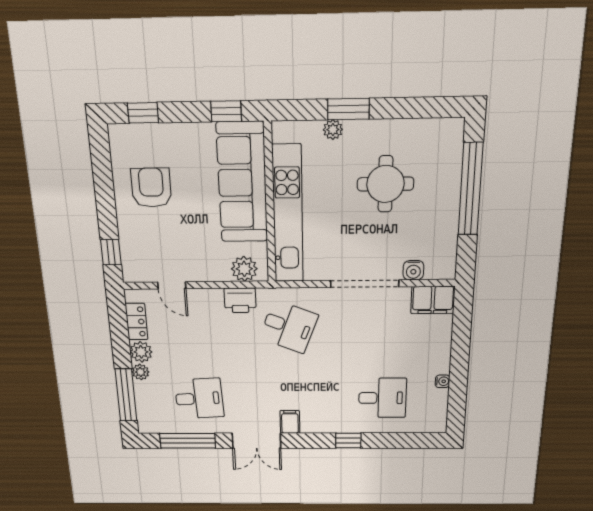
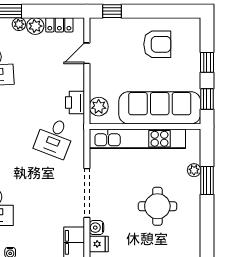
window: (143, 113) -> (207, 62), moved
fridge: (437, 267) -> (99, 244), added

